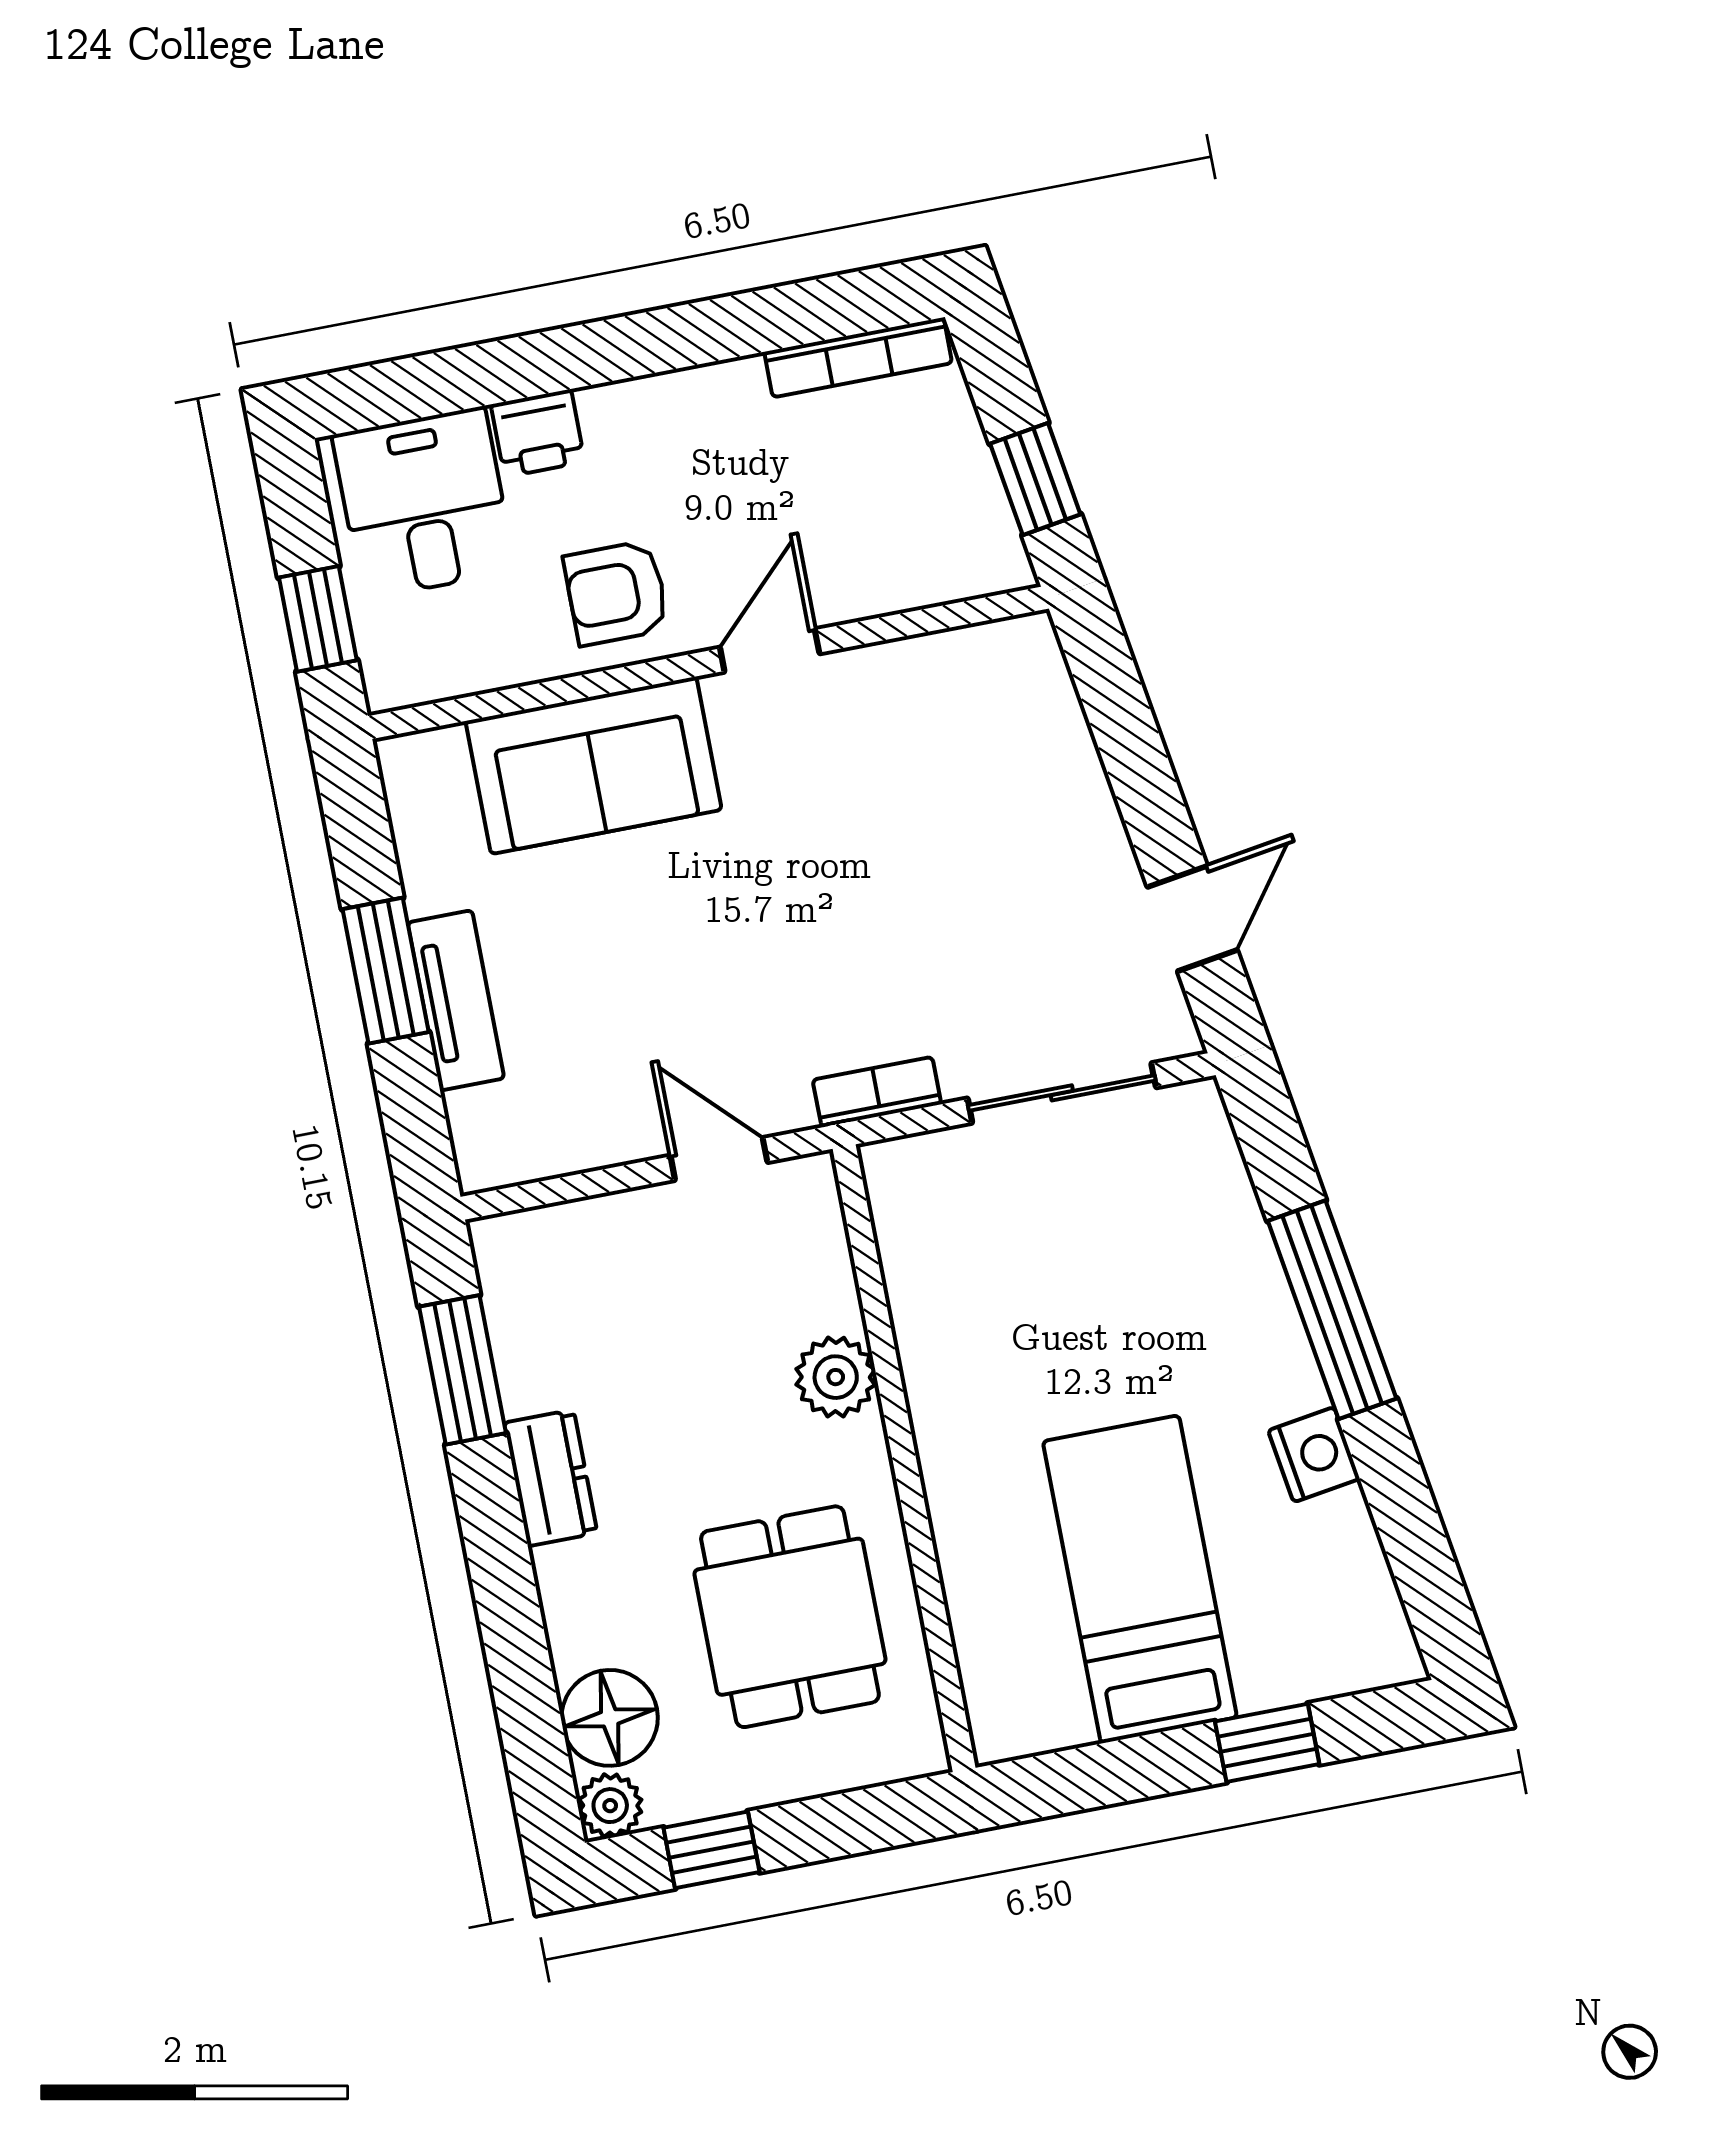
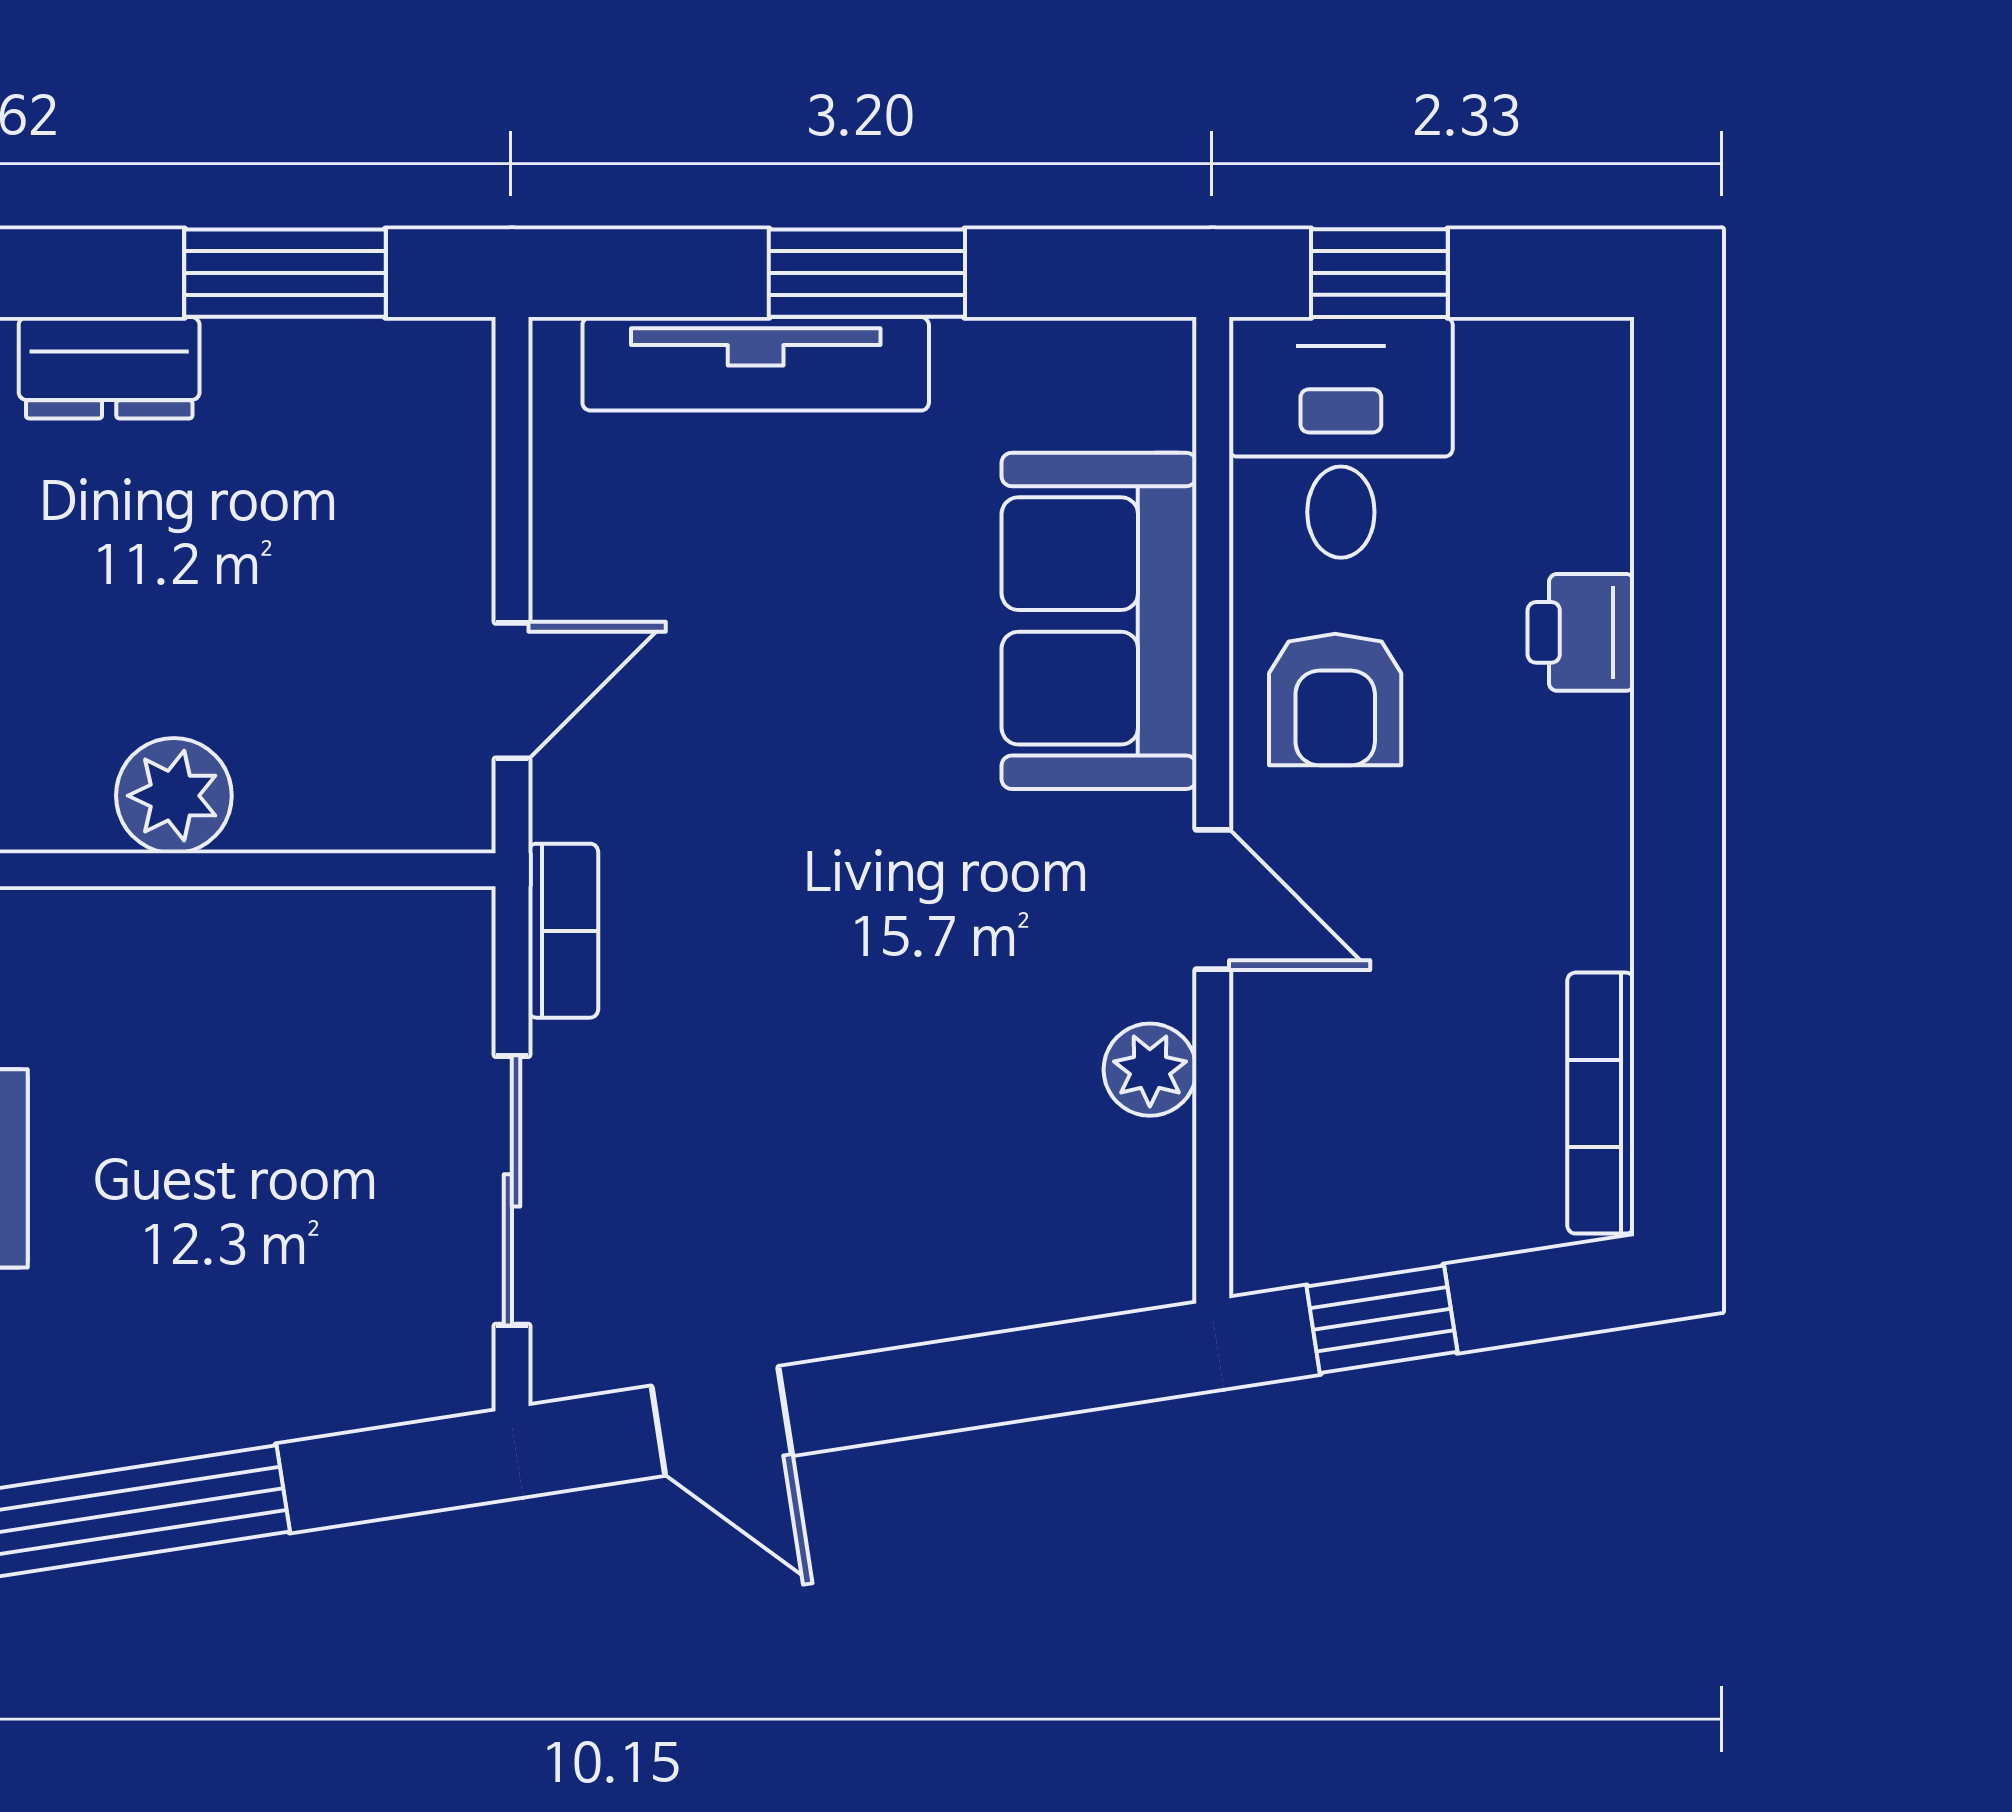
desk: (424, 503) -> (1341, 437), moved, turned -90
armchair: (616, 593) -> (1335, 699), turned 180
plant: (895, 671) -> (1150, 1070), added
tv unit: (456, 1000) -> (756, 364), width x1.41

